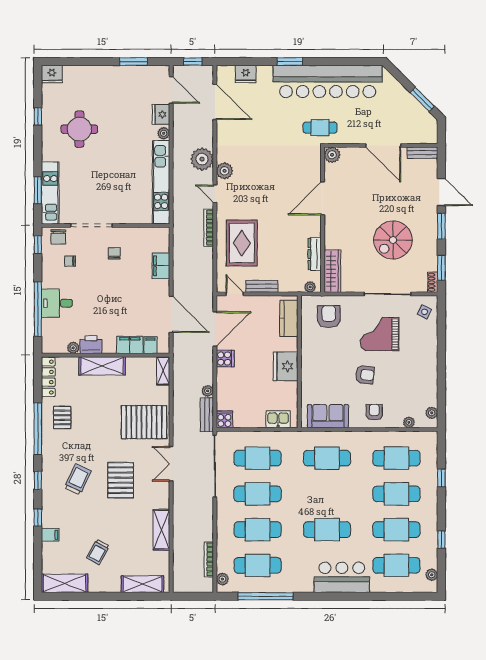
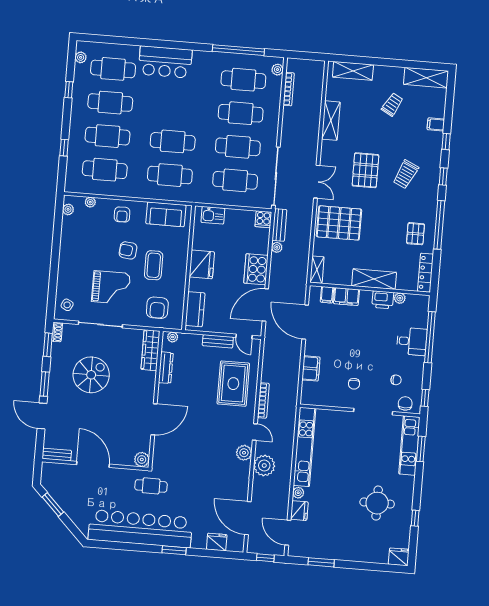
cooker: (225, 359) -> (256, 269), width x1.87, depth x1.31
coffee table: (336, 361) -> (154, 265), added
cafe table: (327, 530) -> (173, 141), moved

